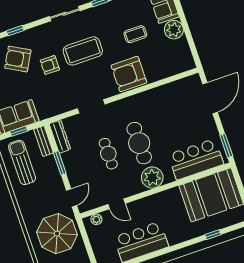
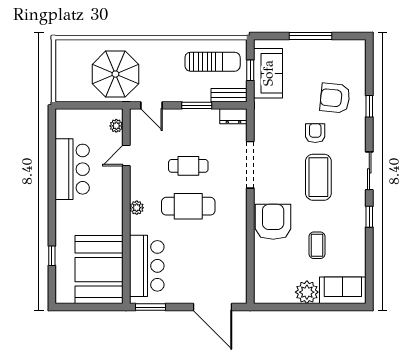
armchair: (18, 59) -> (335, 98), turned -113
doorway: (91, 106) -> (250, 165), width x1.36
dresser: (60, 137) -> (233, 116), width x0.70
plant: (152, 178) -> (137, 208), width x0.53, depth x0.53

